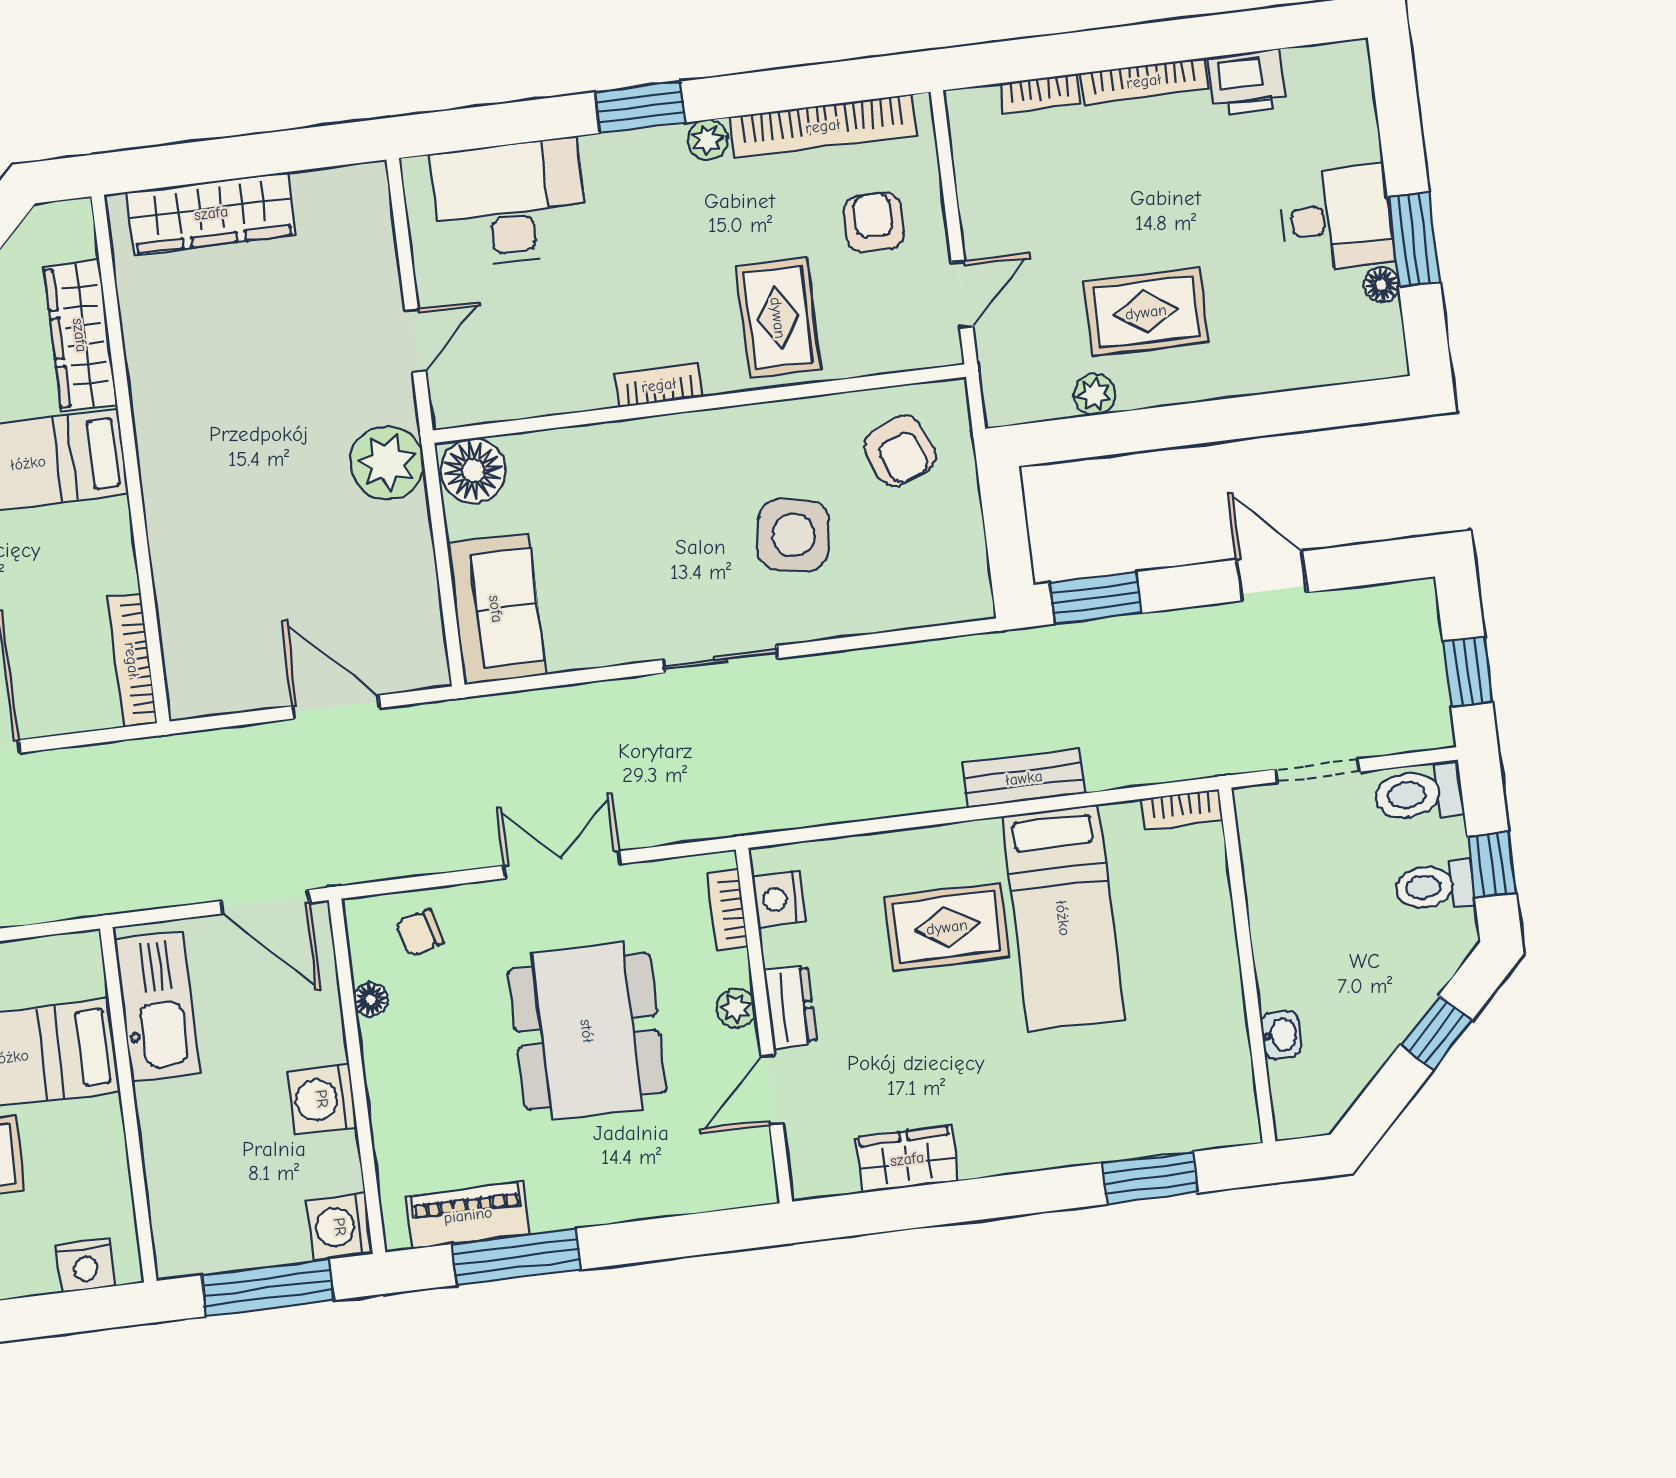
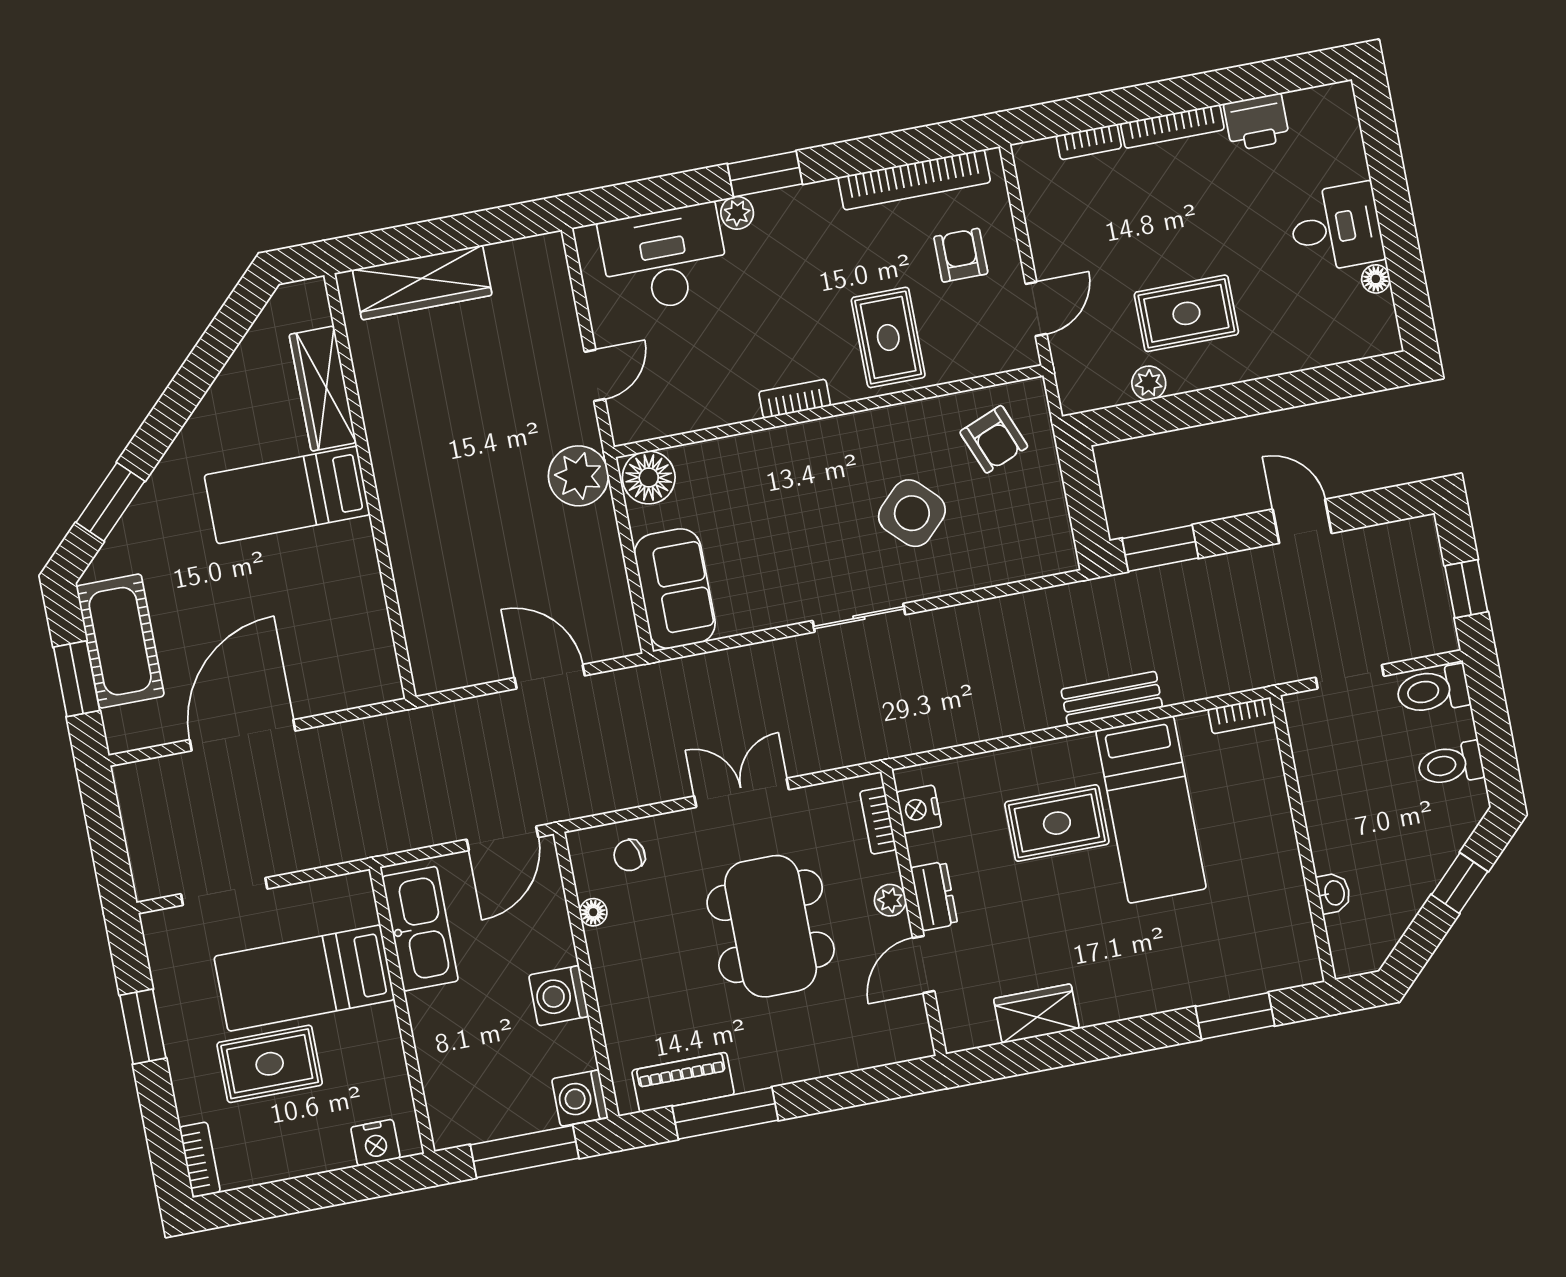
plant: (708, 140) -> (737, 213), moved
window: (1414, 240) -> (1400, 241), removed
side table: (793, 535) -> (912, 513), turned 36
bookcase: (132, 660) -> (382, 649), removed
window: (1492, 865) -> (1496, 744), removed
door: (265, 902) -> (503, 838), hinge flipped

